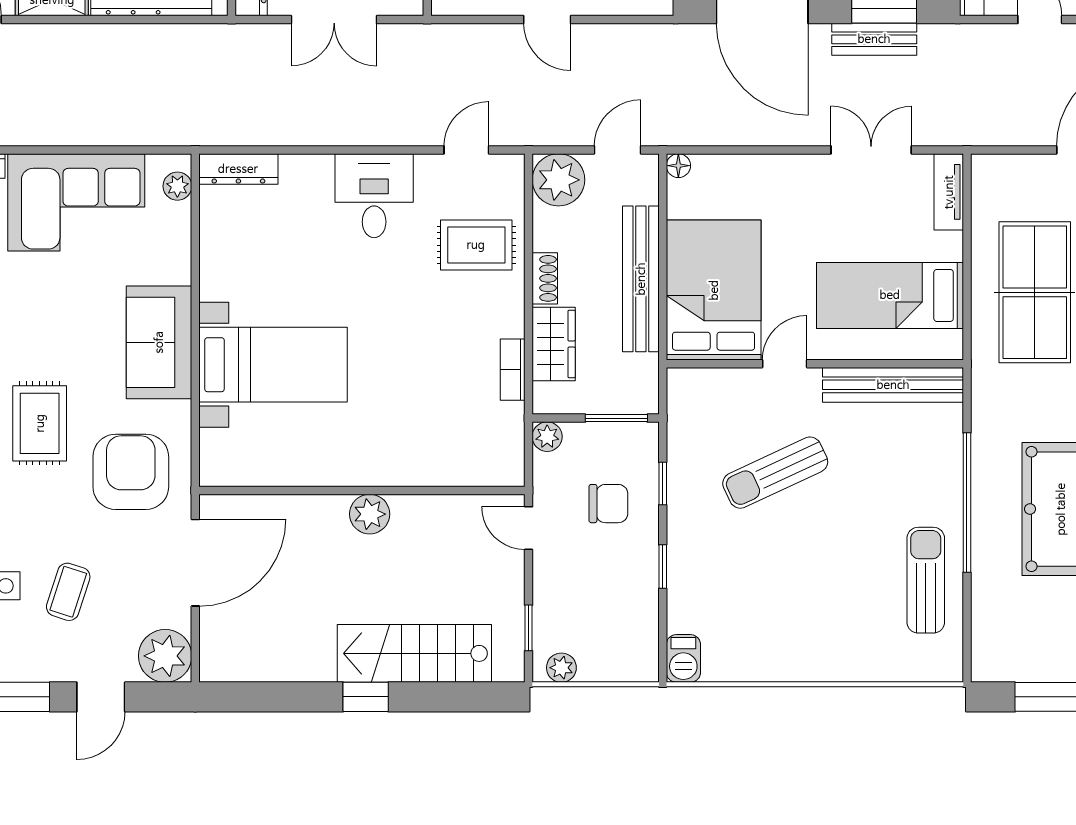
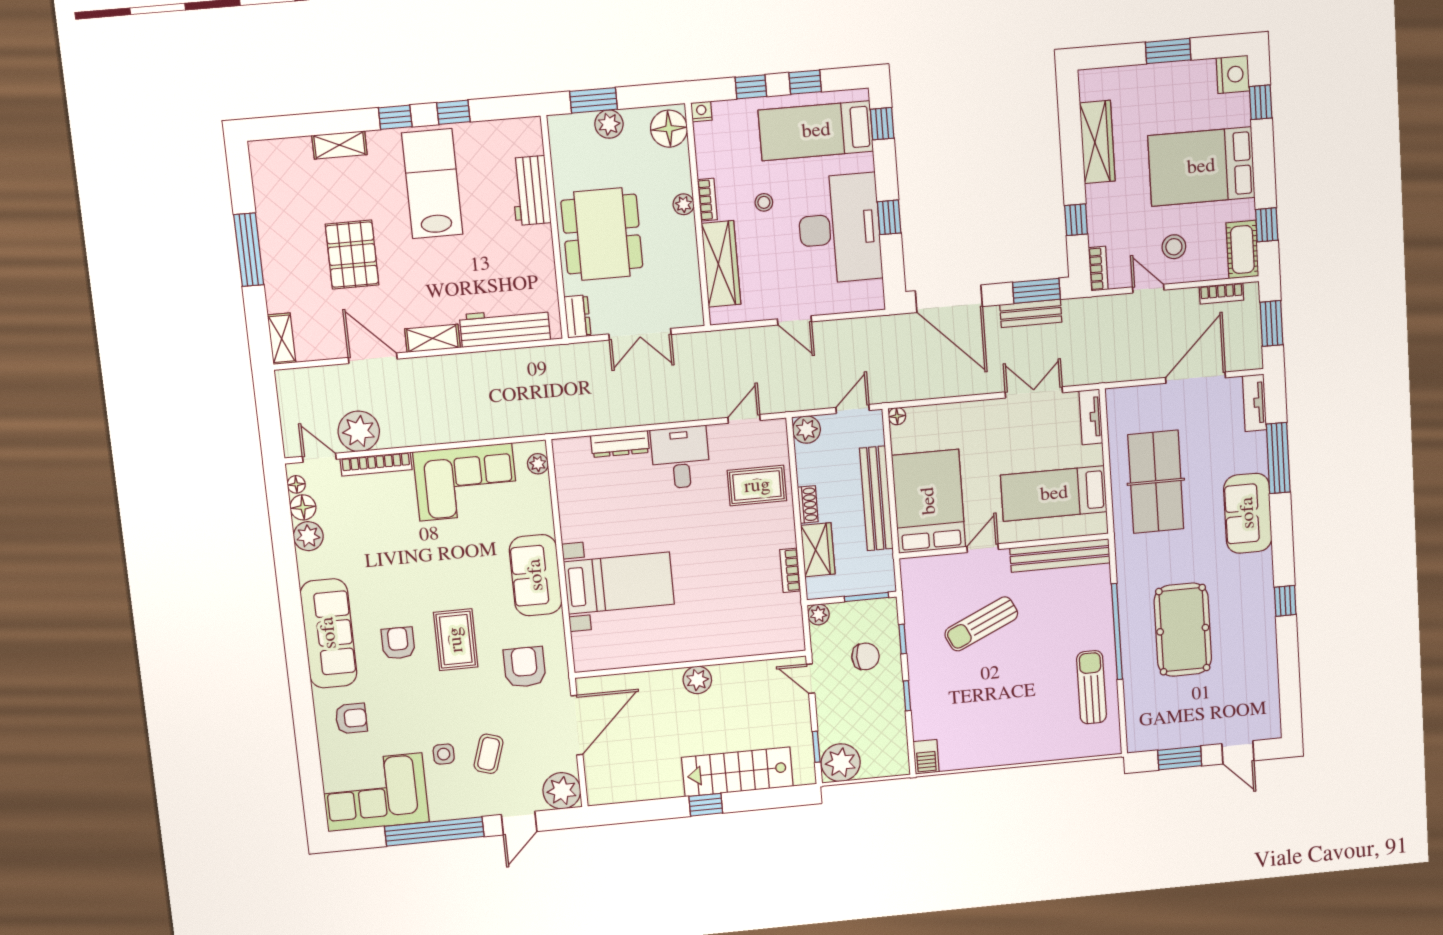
dresser: (238, 169) -> (620, 444), moved
plant: (558, 180) -> (807, 430), width x0.73, depth x0.73
armchair: (131, 472) -> (525, 667), width x0.73, depth x0.73
plant: (561, 668) -> (841, 763), width x1.88, depth x1.88

